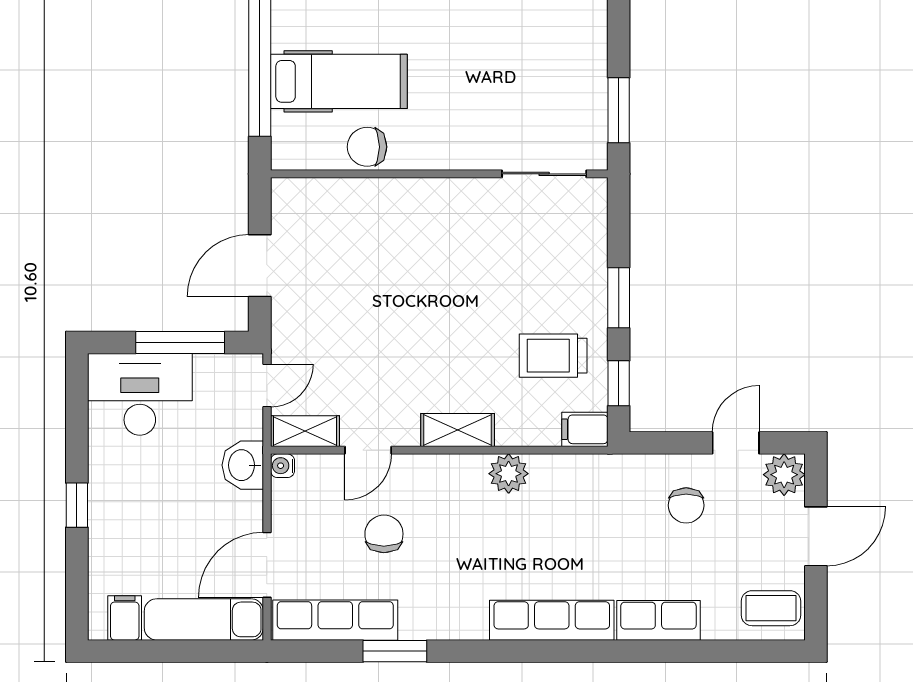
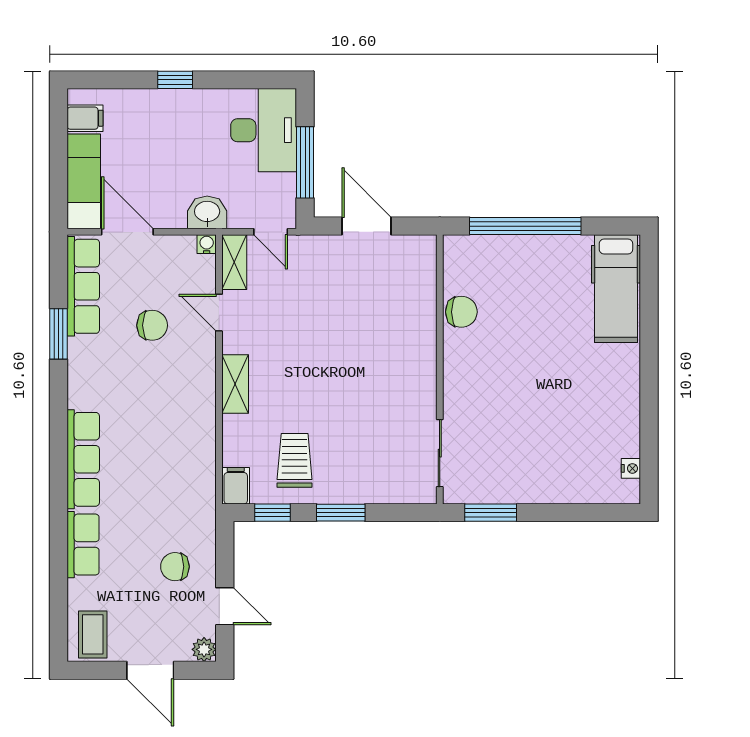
hospital bed: (339, 81) -> (514, 289), removed
chair: (367, 147) -> (461, 312), turned 90
plant: (509, 474) -> (200, 425), removed
plant: (784, 475) -> (204, 649), width x0.73, depth x0.73

